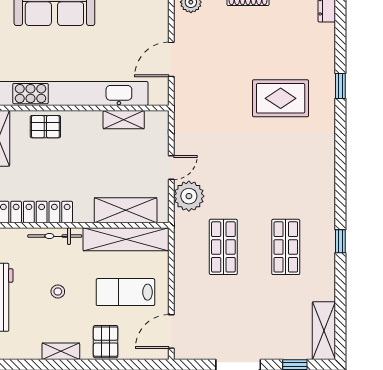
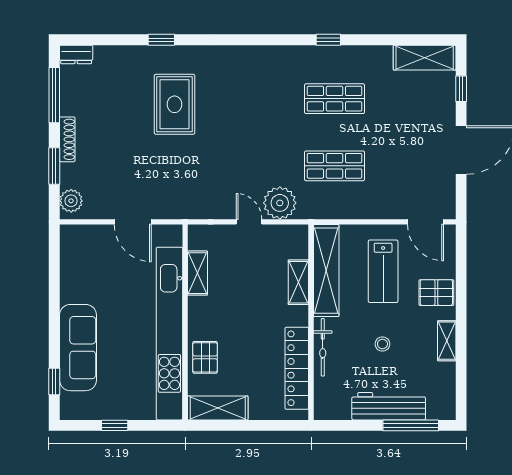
shelving: (126, 210) -> (298, 282), width x0.67, depth x0.75

